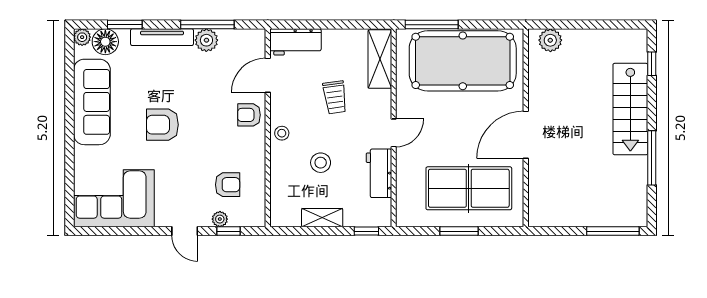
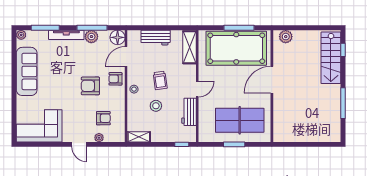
window: (125, 25) -> (45, 28), width x1.44
window: (432, 25) -> (239, 28), moved
floor lamp: (105, 42) -> (118, 37), moved
workbench: (295, 42) -> (156, 38), moved
trolley: (335, 97) -> (160, 80), moved
stairs: (630, 109) -> (331, 58), moved
armchair: (162, 125) -> (90, 86), moved
door: (526, 135) -> (272, 80), moved
shelving: (322, 218) -> (139, 137), moved
window: (229, 231) -> (104, 144), removed
window: (613, 231) -> (321, 144), removed

